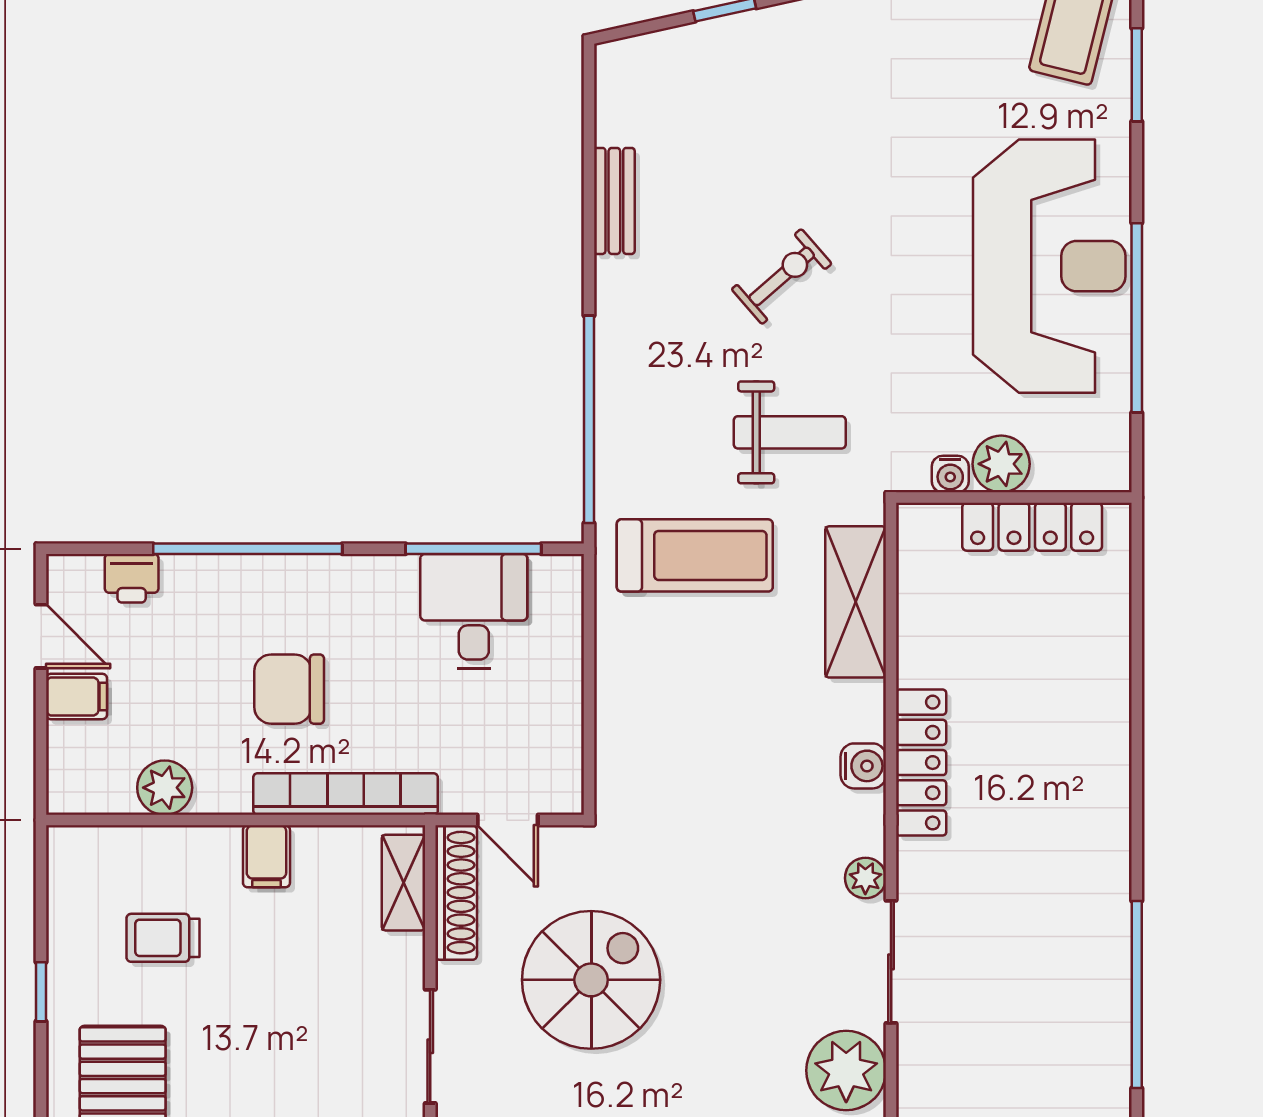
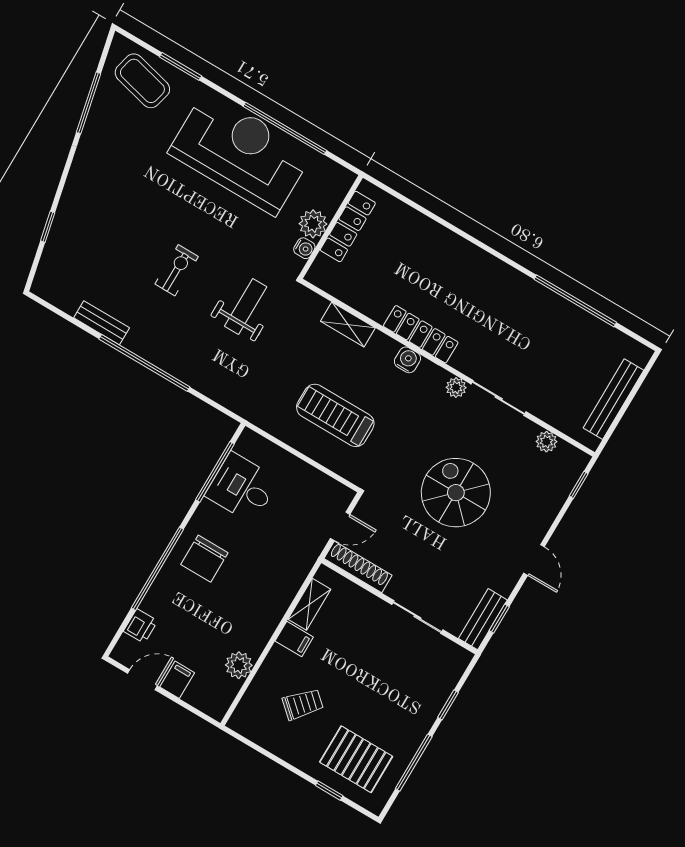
exercise bike: (782, 276) -> (177, 270), turned 41
window: (589, 419) -> (144, 363), moved
treadmill: (695, 555) -> (335, 415), moved, turned -90
shelving: (856, 602) -> (348, 325), width x0.67, depth x0.75
chair: (289, 689) -> (204, 559), moved
bookcase: (346, 794) -> (288, 589), removed
shelving: (403, 883) -> (309, 604), moved, turned 90
trolley: (163, 938) -> (303, 704), turned -138
spiral stairs: (591, 980) -> (456, 493), moved
window: (41, 992) -> (329, 791), moved
plant: (846, 1070) -> (546, 442), width x0.53, depth x0.53

